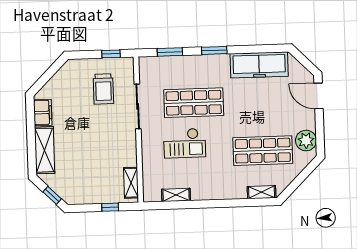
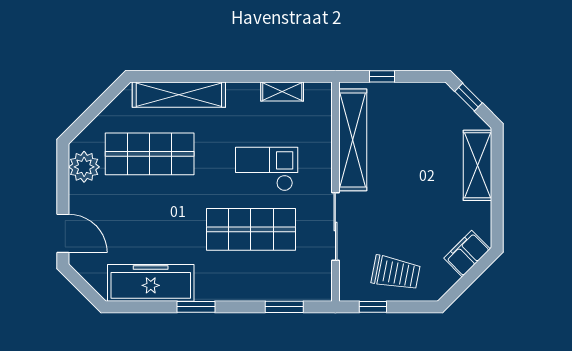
window: (214, 50) -> (196, 307), moved
trolley: (103, 89) -> (396, 273), moved, turned 101
filing cabinet: (43, 112) -> (467, 254), moved, turned 45
shelving: (131, 183) -> (353, 140), width x2.20, depth x1.33
shelving: (262, 192) -> (179, 95), width x2.20, depth x1.33

